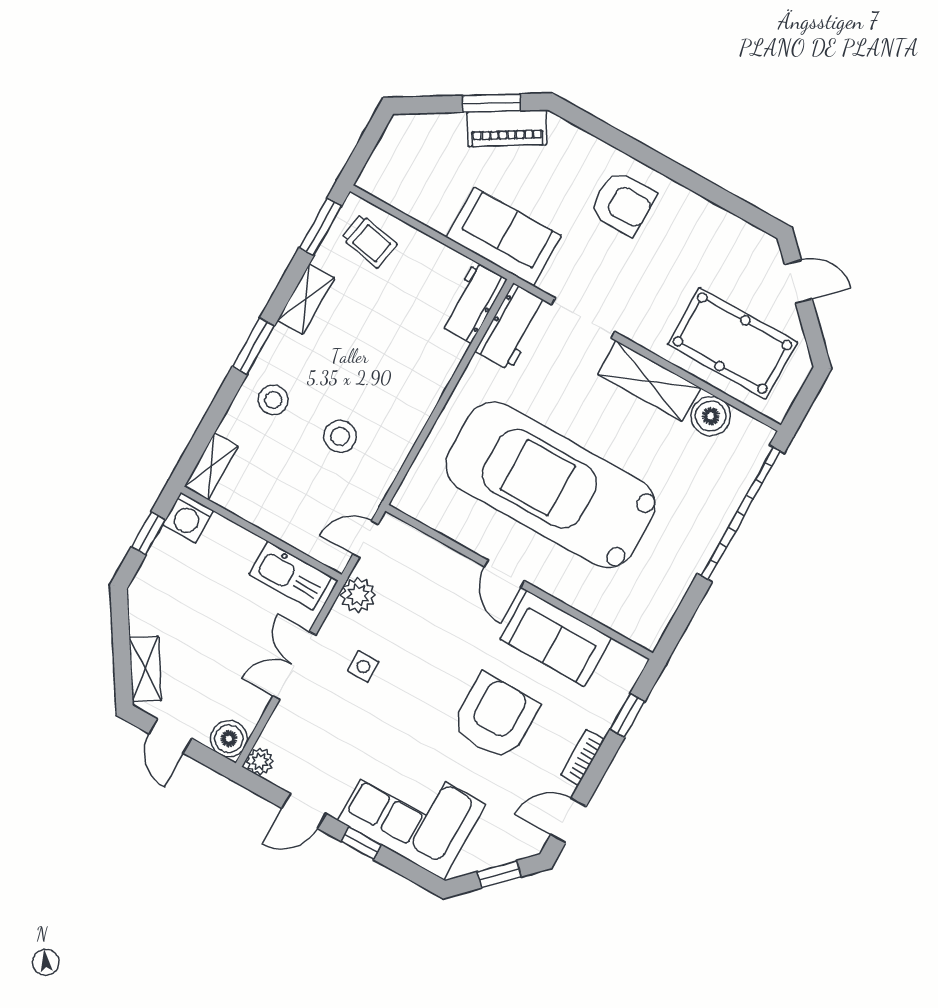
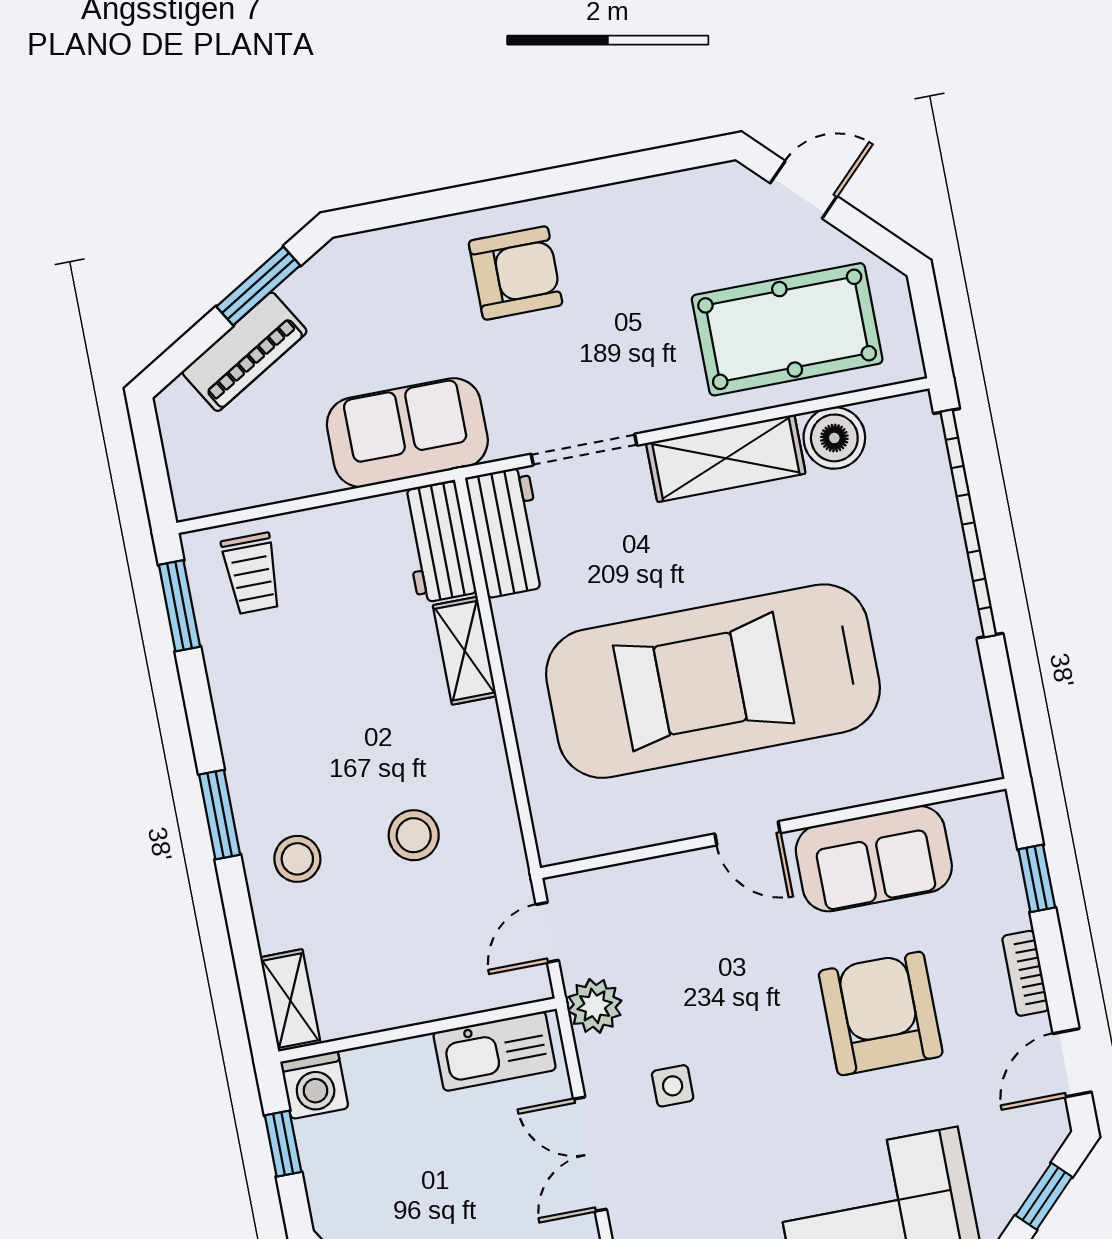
piano: (507, 128) -> (245, 352), moved
trolley: (369, 241) -> (252, 573), turned 79
shelving: (306, 299) -> (465, 651), moved

